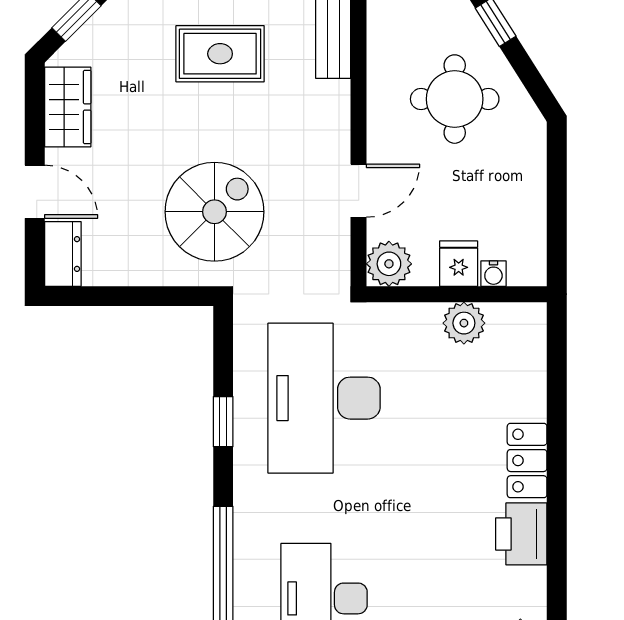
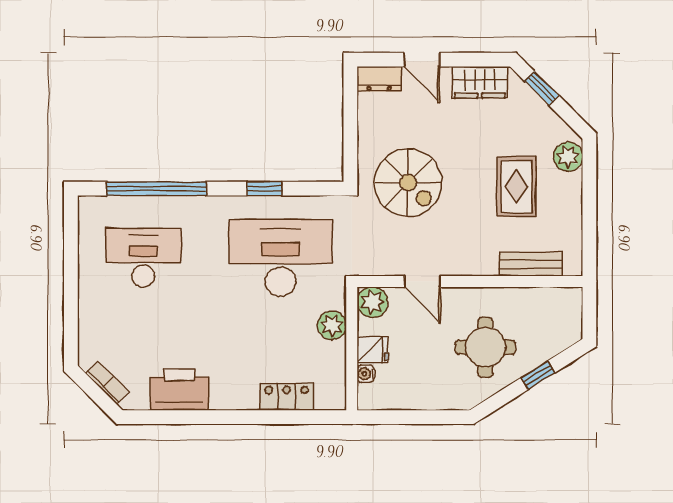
door: (35, 192) -> (422, 60), hinge flipped
plant: (464, 323) -> (332, 325), moved
locker: (527, 461) -> (287, 397), moved
printer: (521, 534) -> (179, 389), width x1.37, depth x1.19

